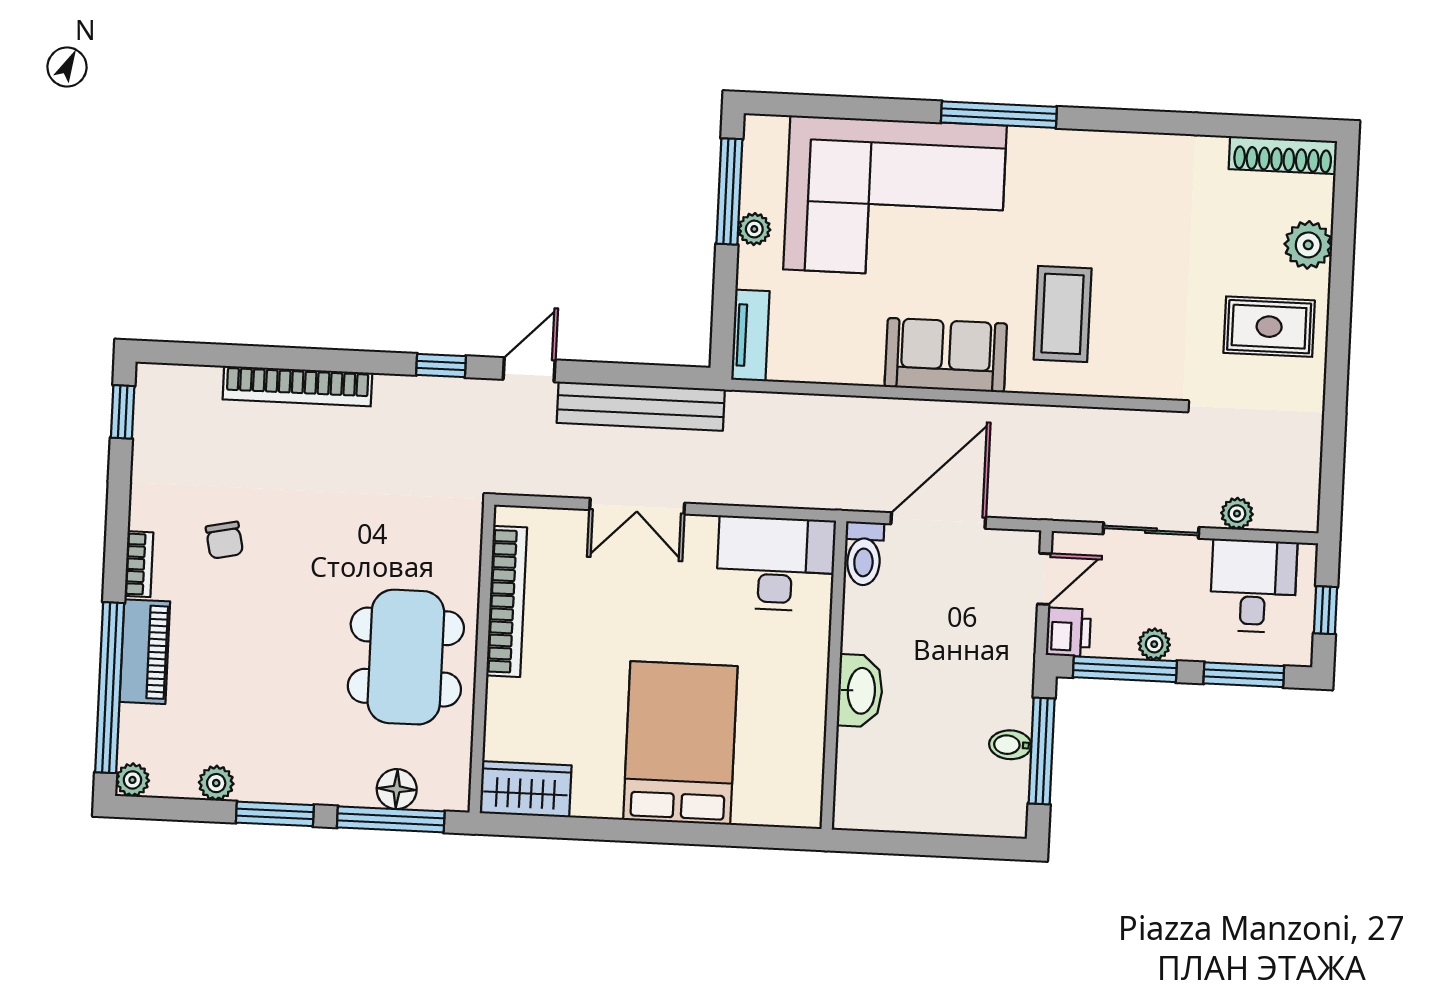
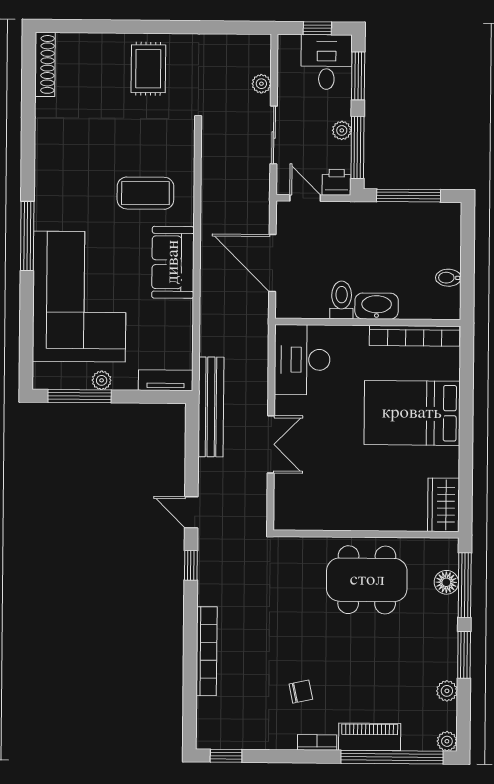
plant: (1308, 245) -> (98, 47), removed
bench: (641, 406) -> (211, 407), moved
toilet: (864, 554) -> (342, 300), moved, turned -90
desk: (1253, 586) -> (327, 62), moved, turned 90
bookcase: (507, 601) -> (415, 336), moved, turned 180
bidet: (1010, 745) -> (448, 278), moved, turned 90

